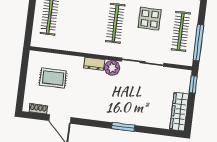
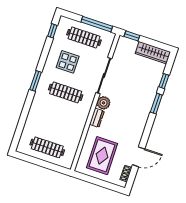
rug: (53, 78) -> (102, 156), width x1.36, depth x1.43
window: (150, 130) -> (164, 81), added

